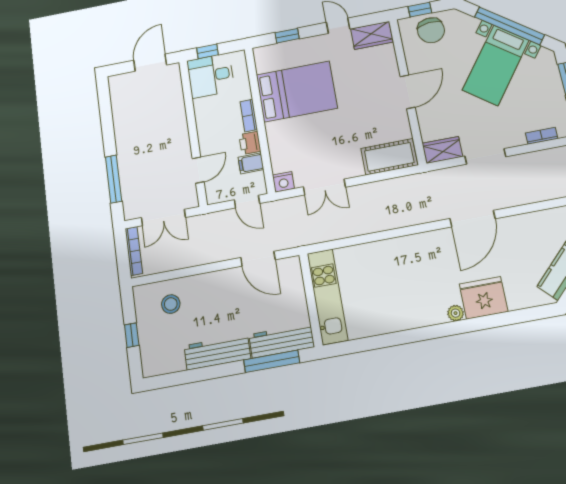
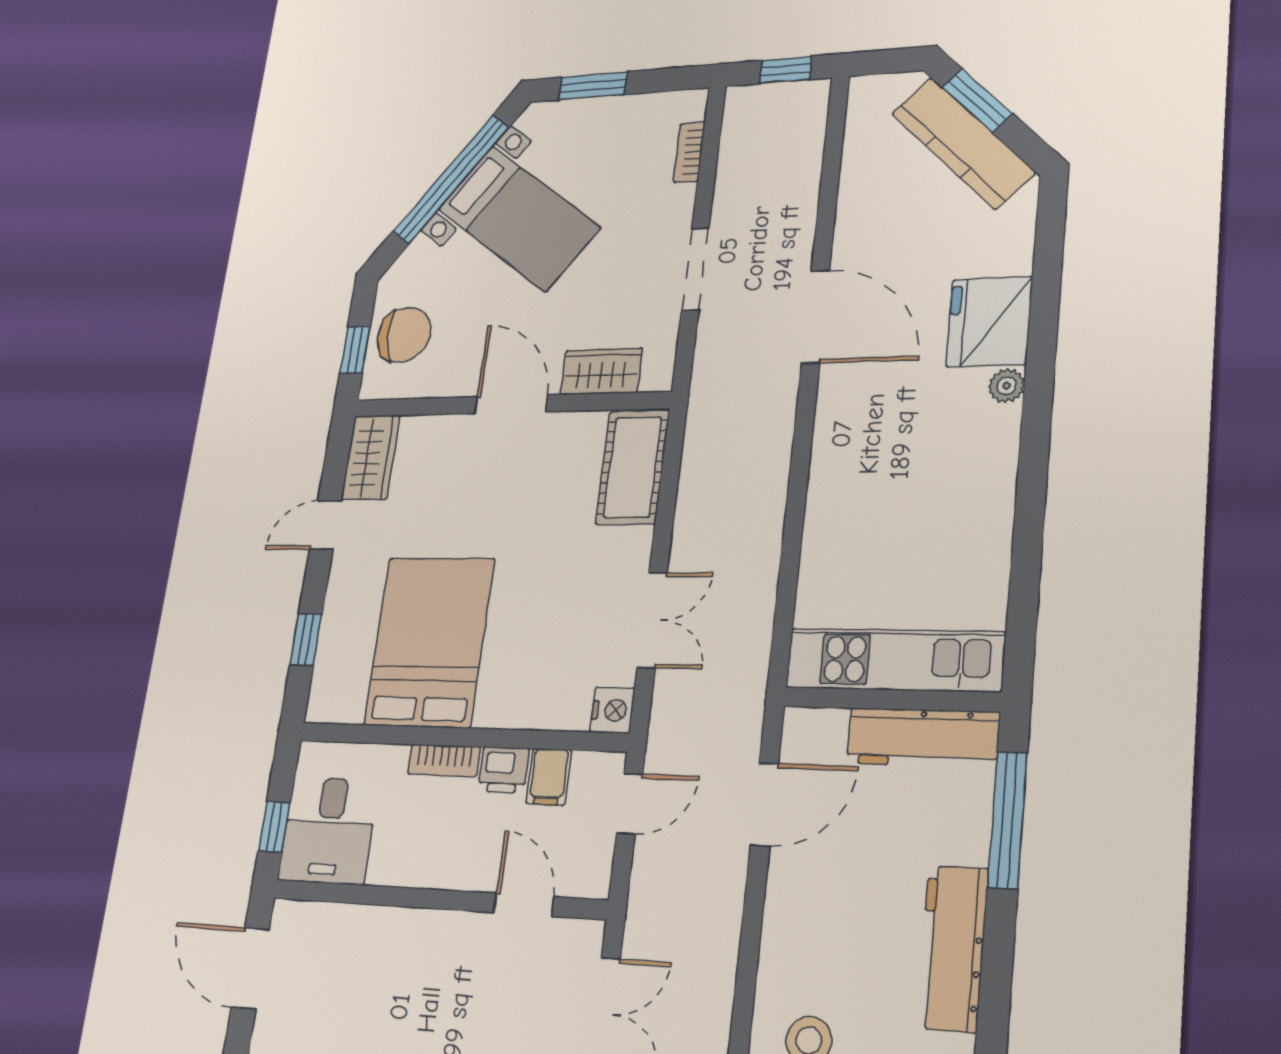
wardrobe: (442, 150) -> (601, 371), moved, turned 90
workbench: (282, 341) -> (923, 738), moved, turned -90

